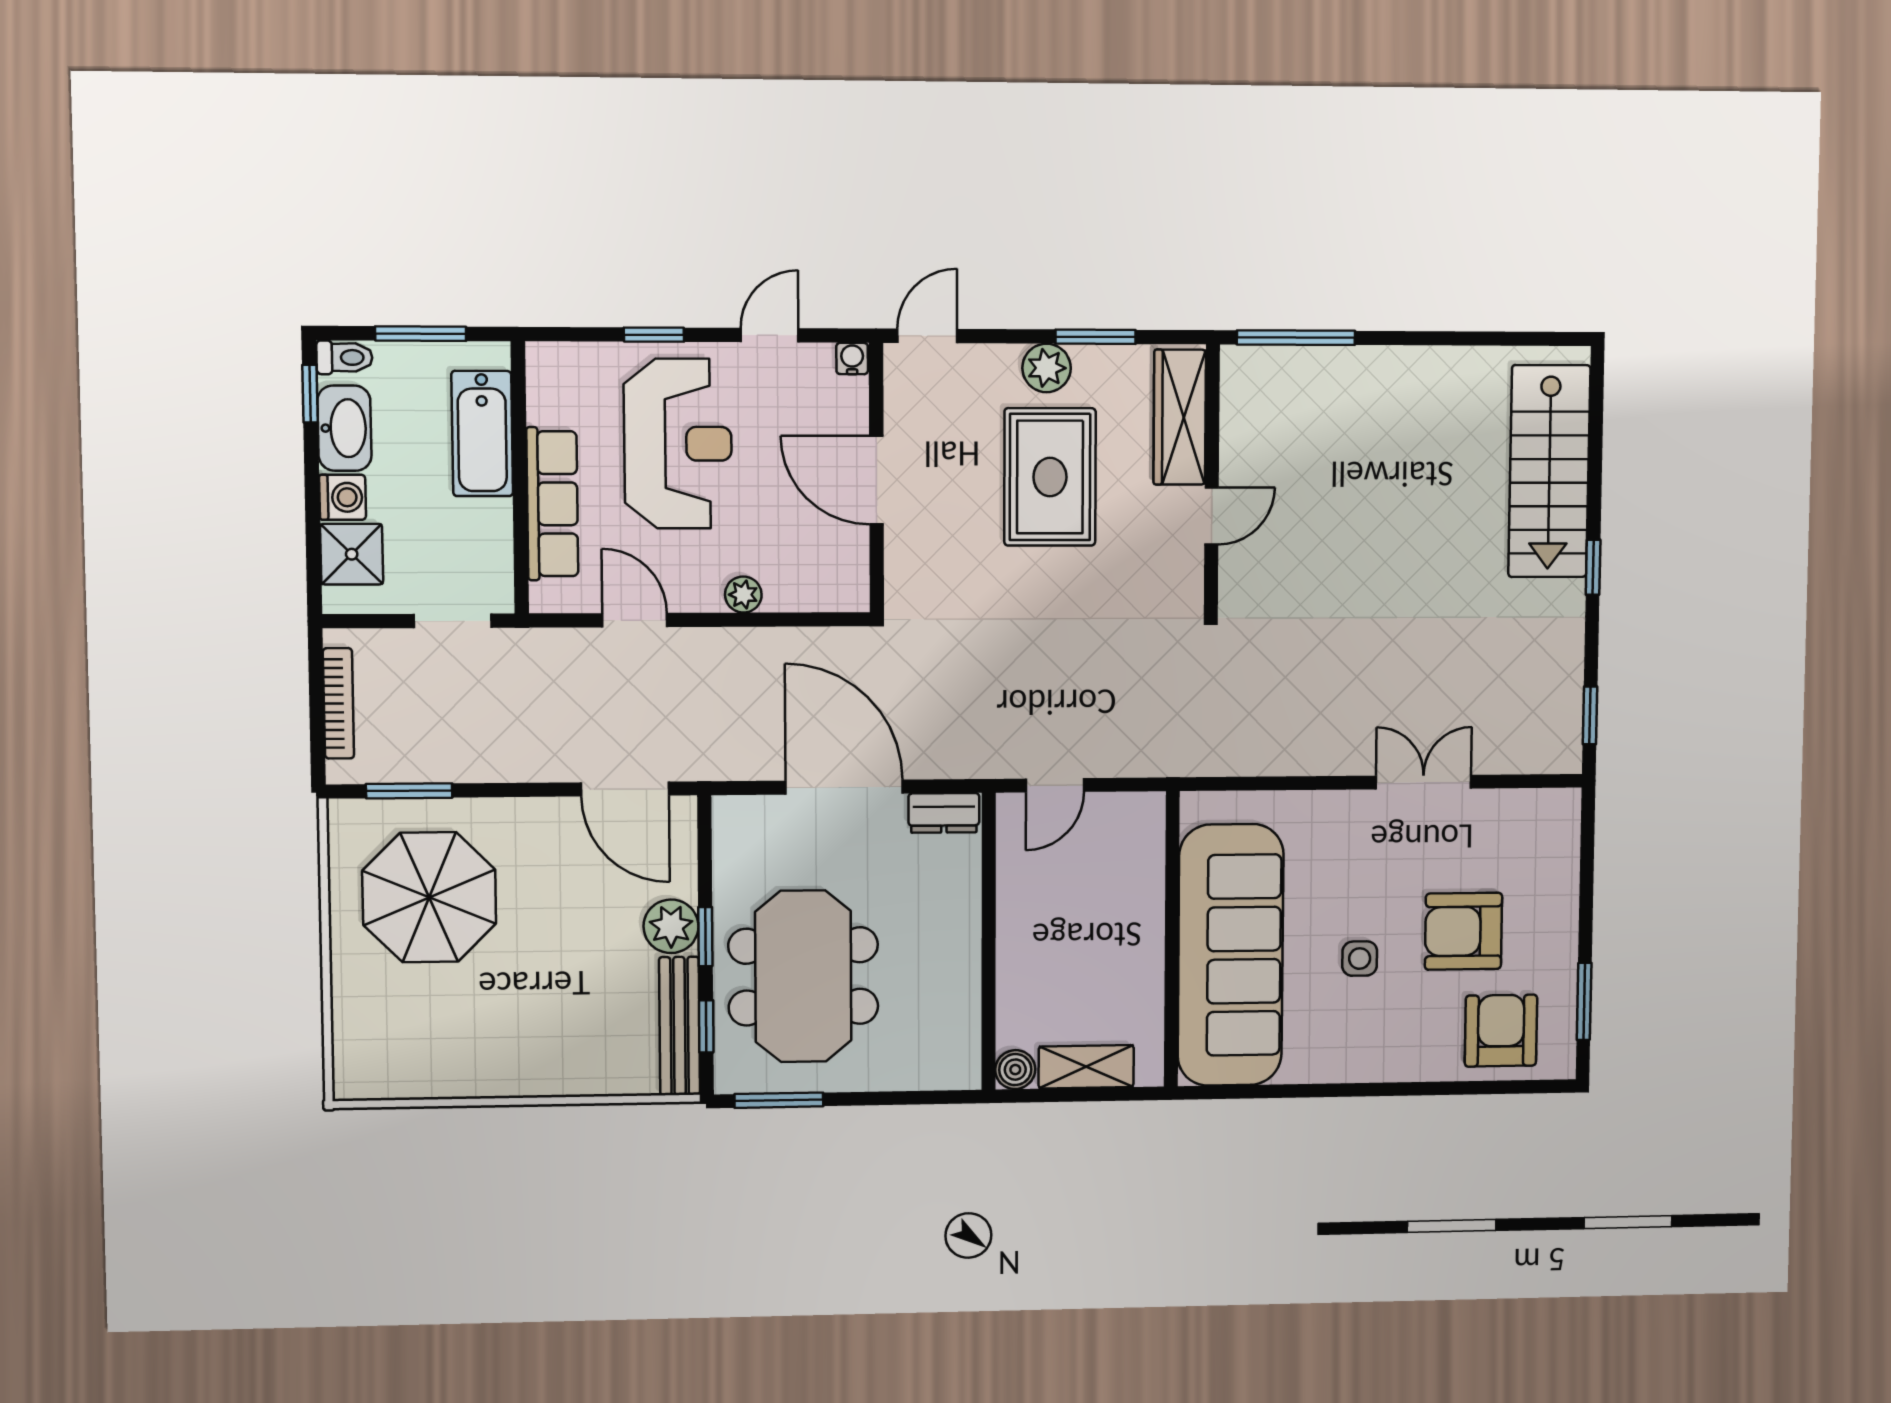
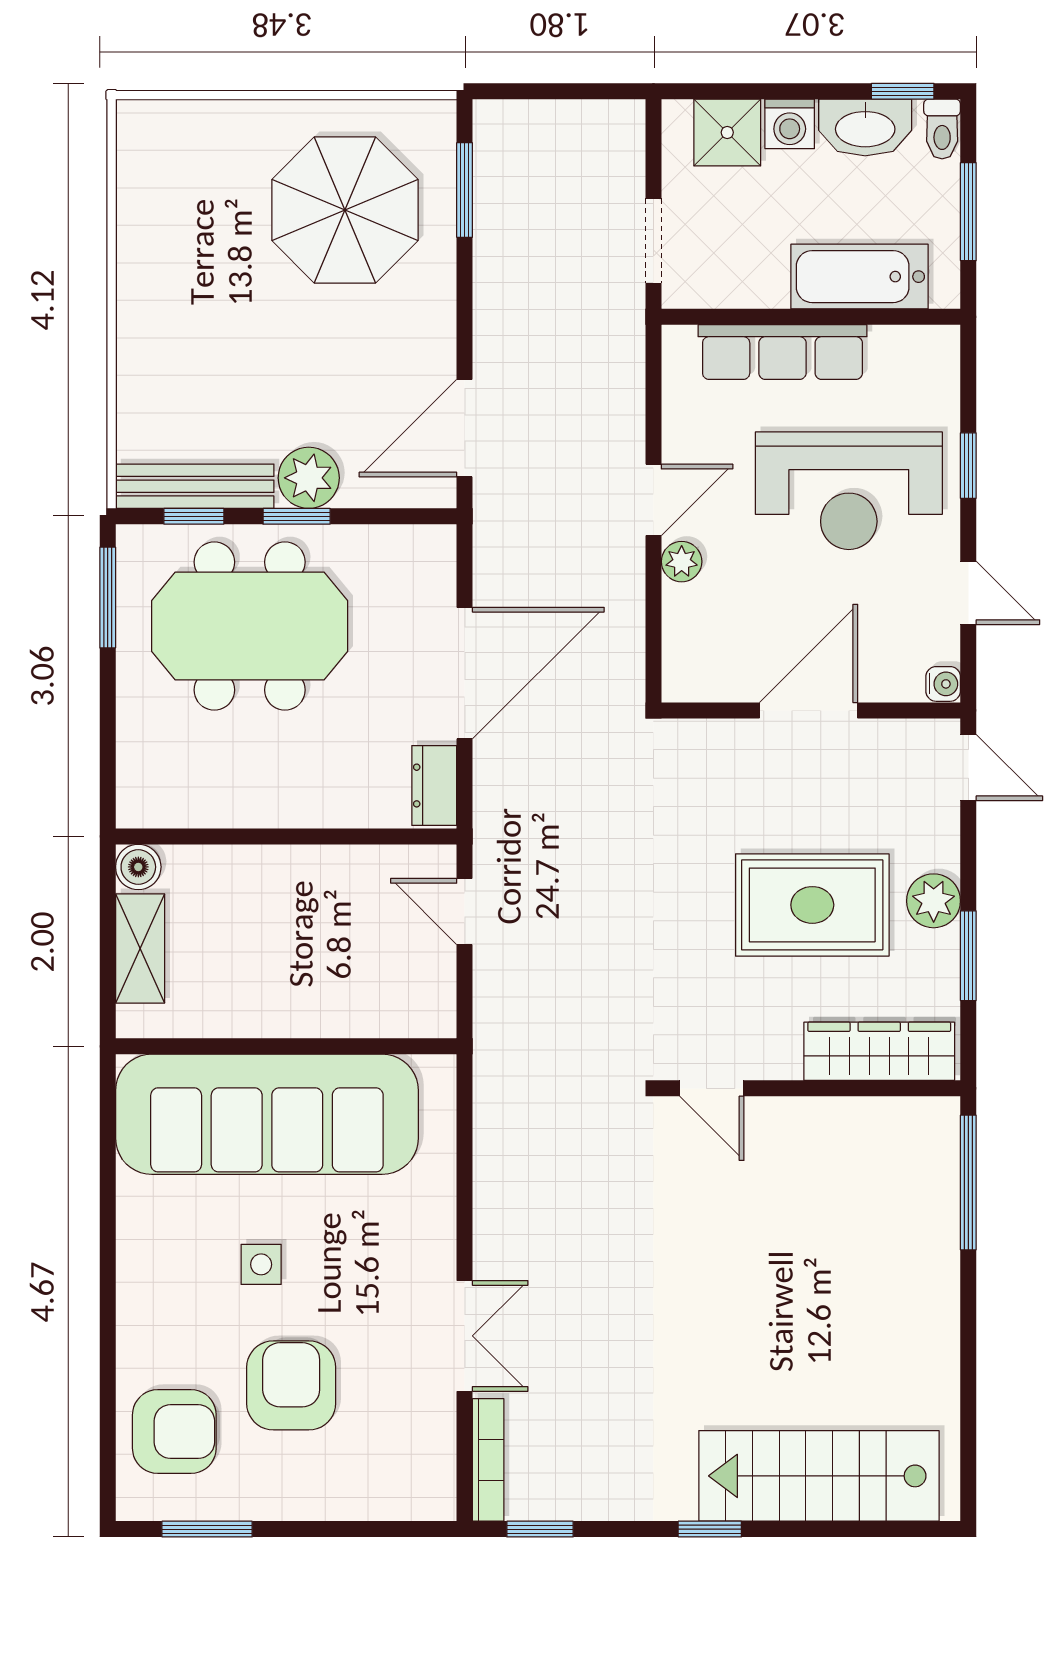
door: (1212, 516) -> (712, 1088), moved
door: (635, 620) -> (653, 500), moved
bookcase: (338, 703) -> (488, 1460), moved, turned -90

